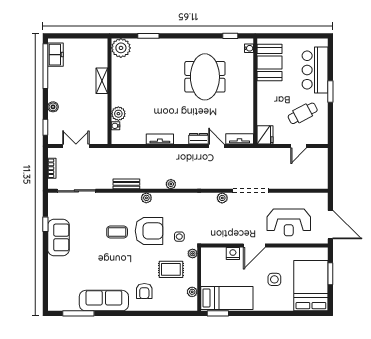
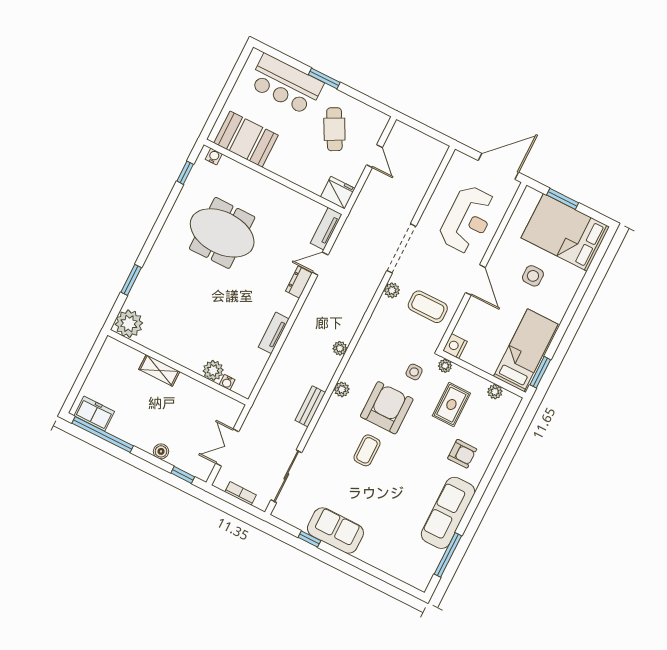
coffee table: (223, 225) -> (428, 307), added
nightstand: (233, 254) -> (455, 346), moved

